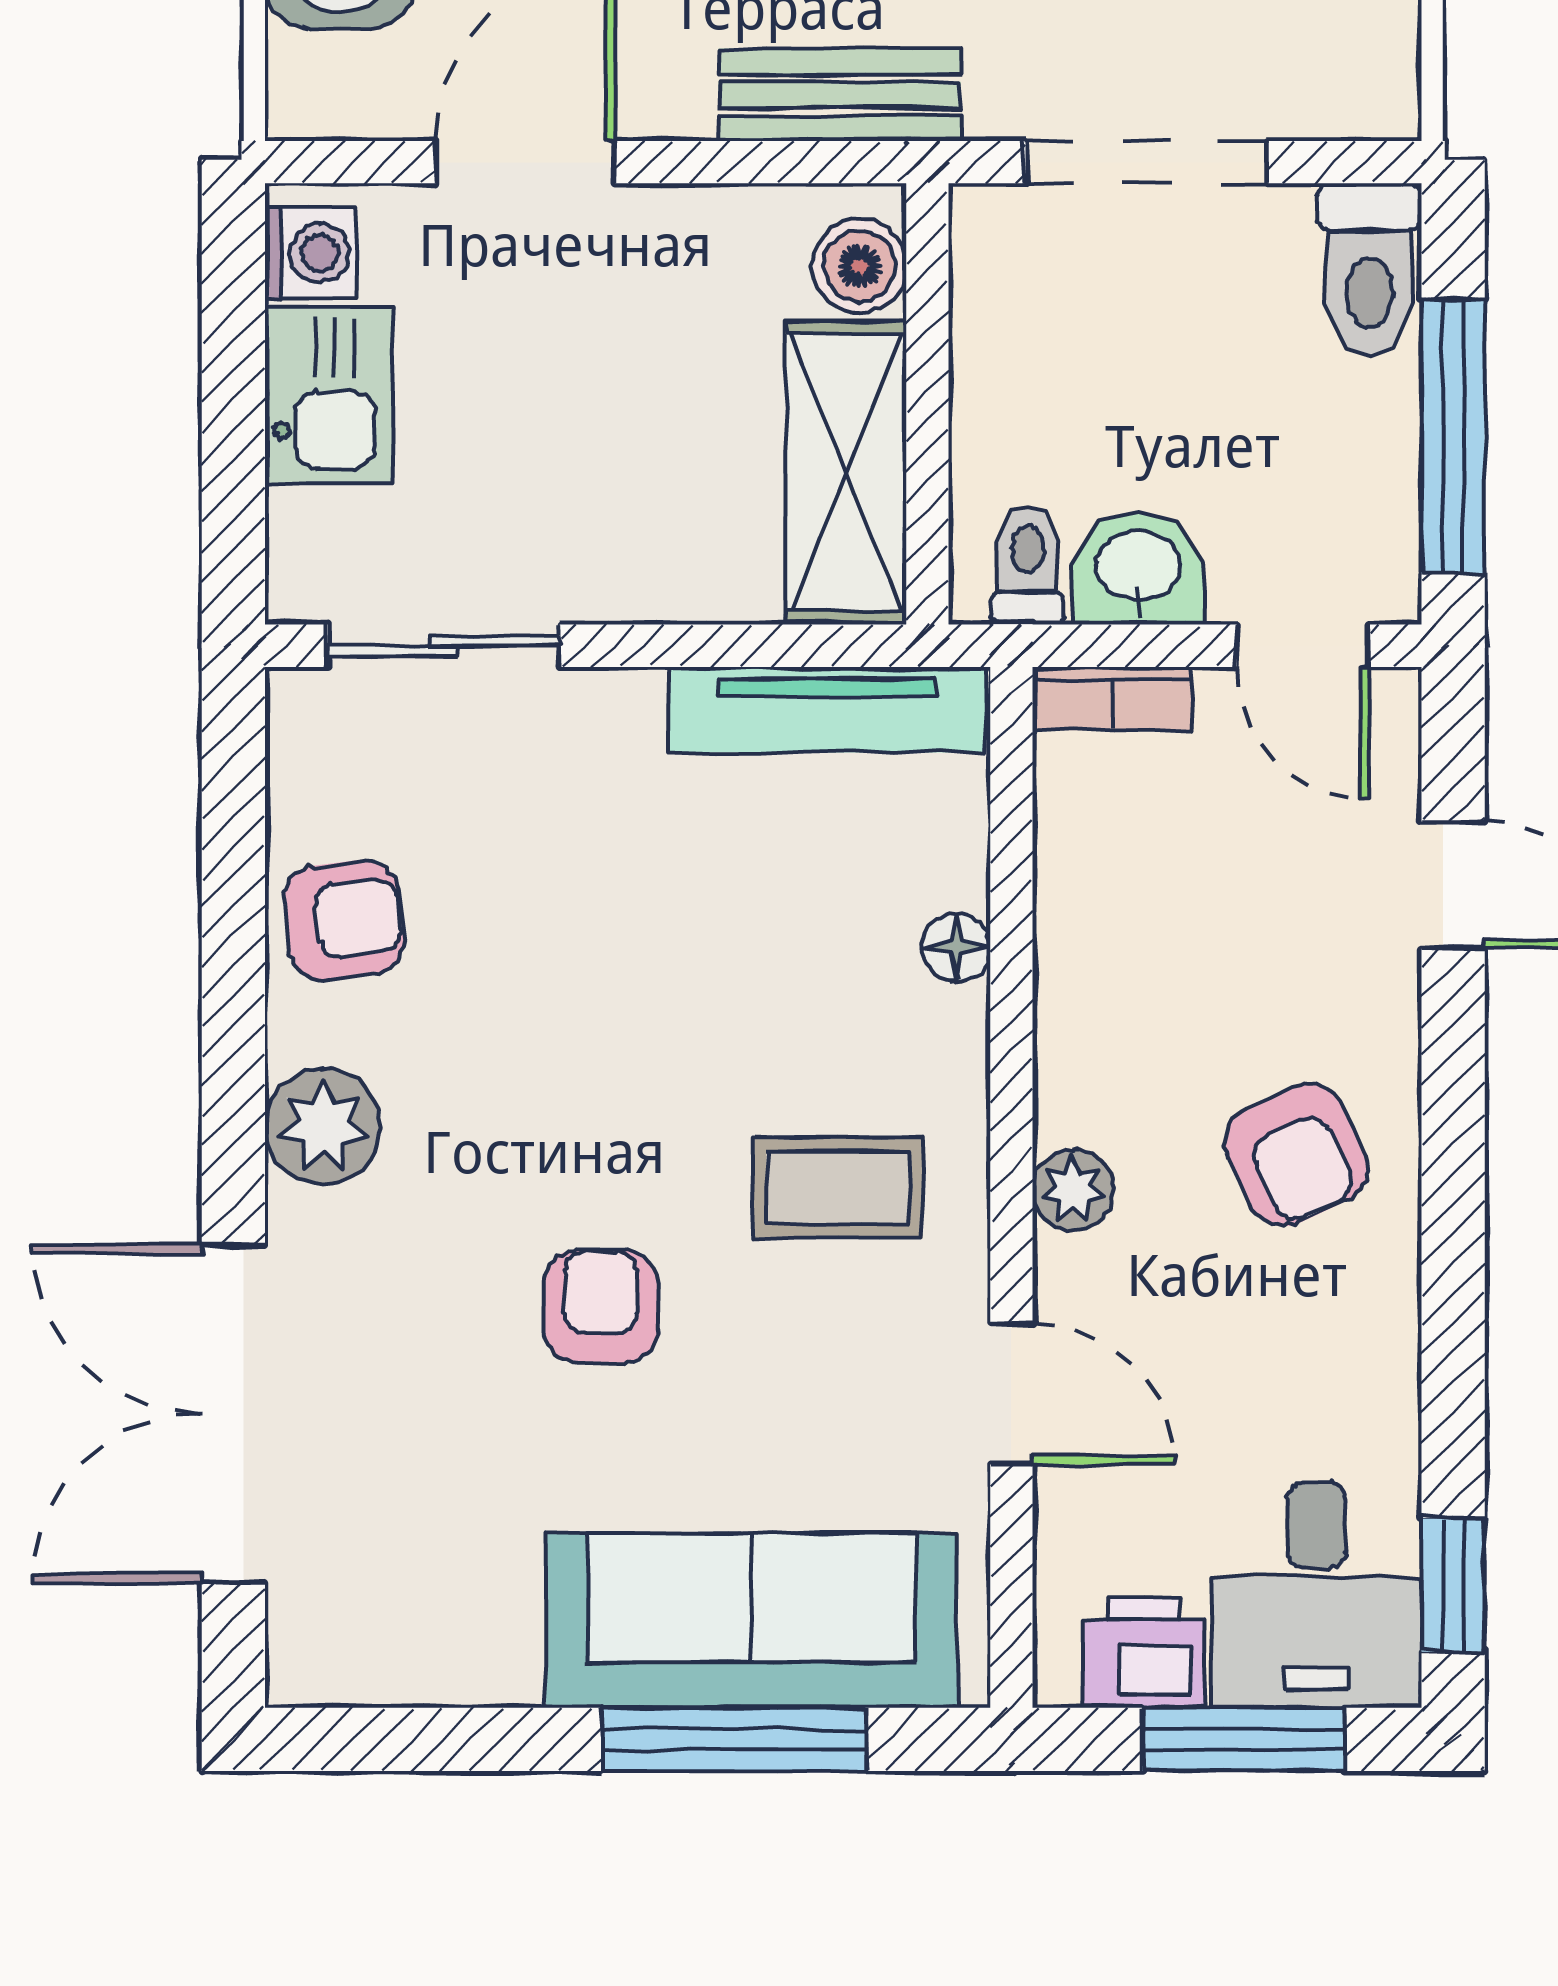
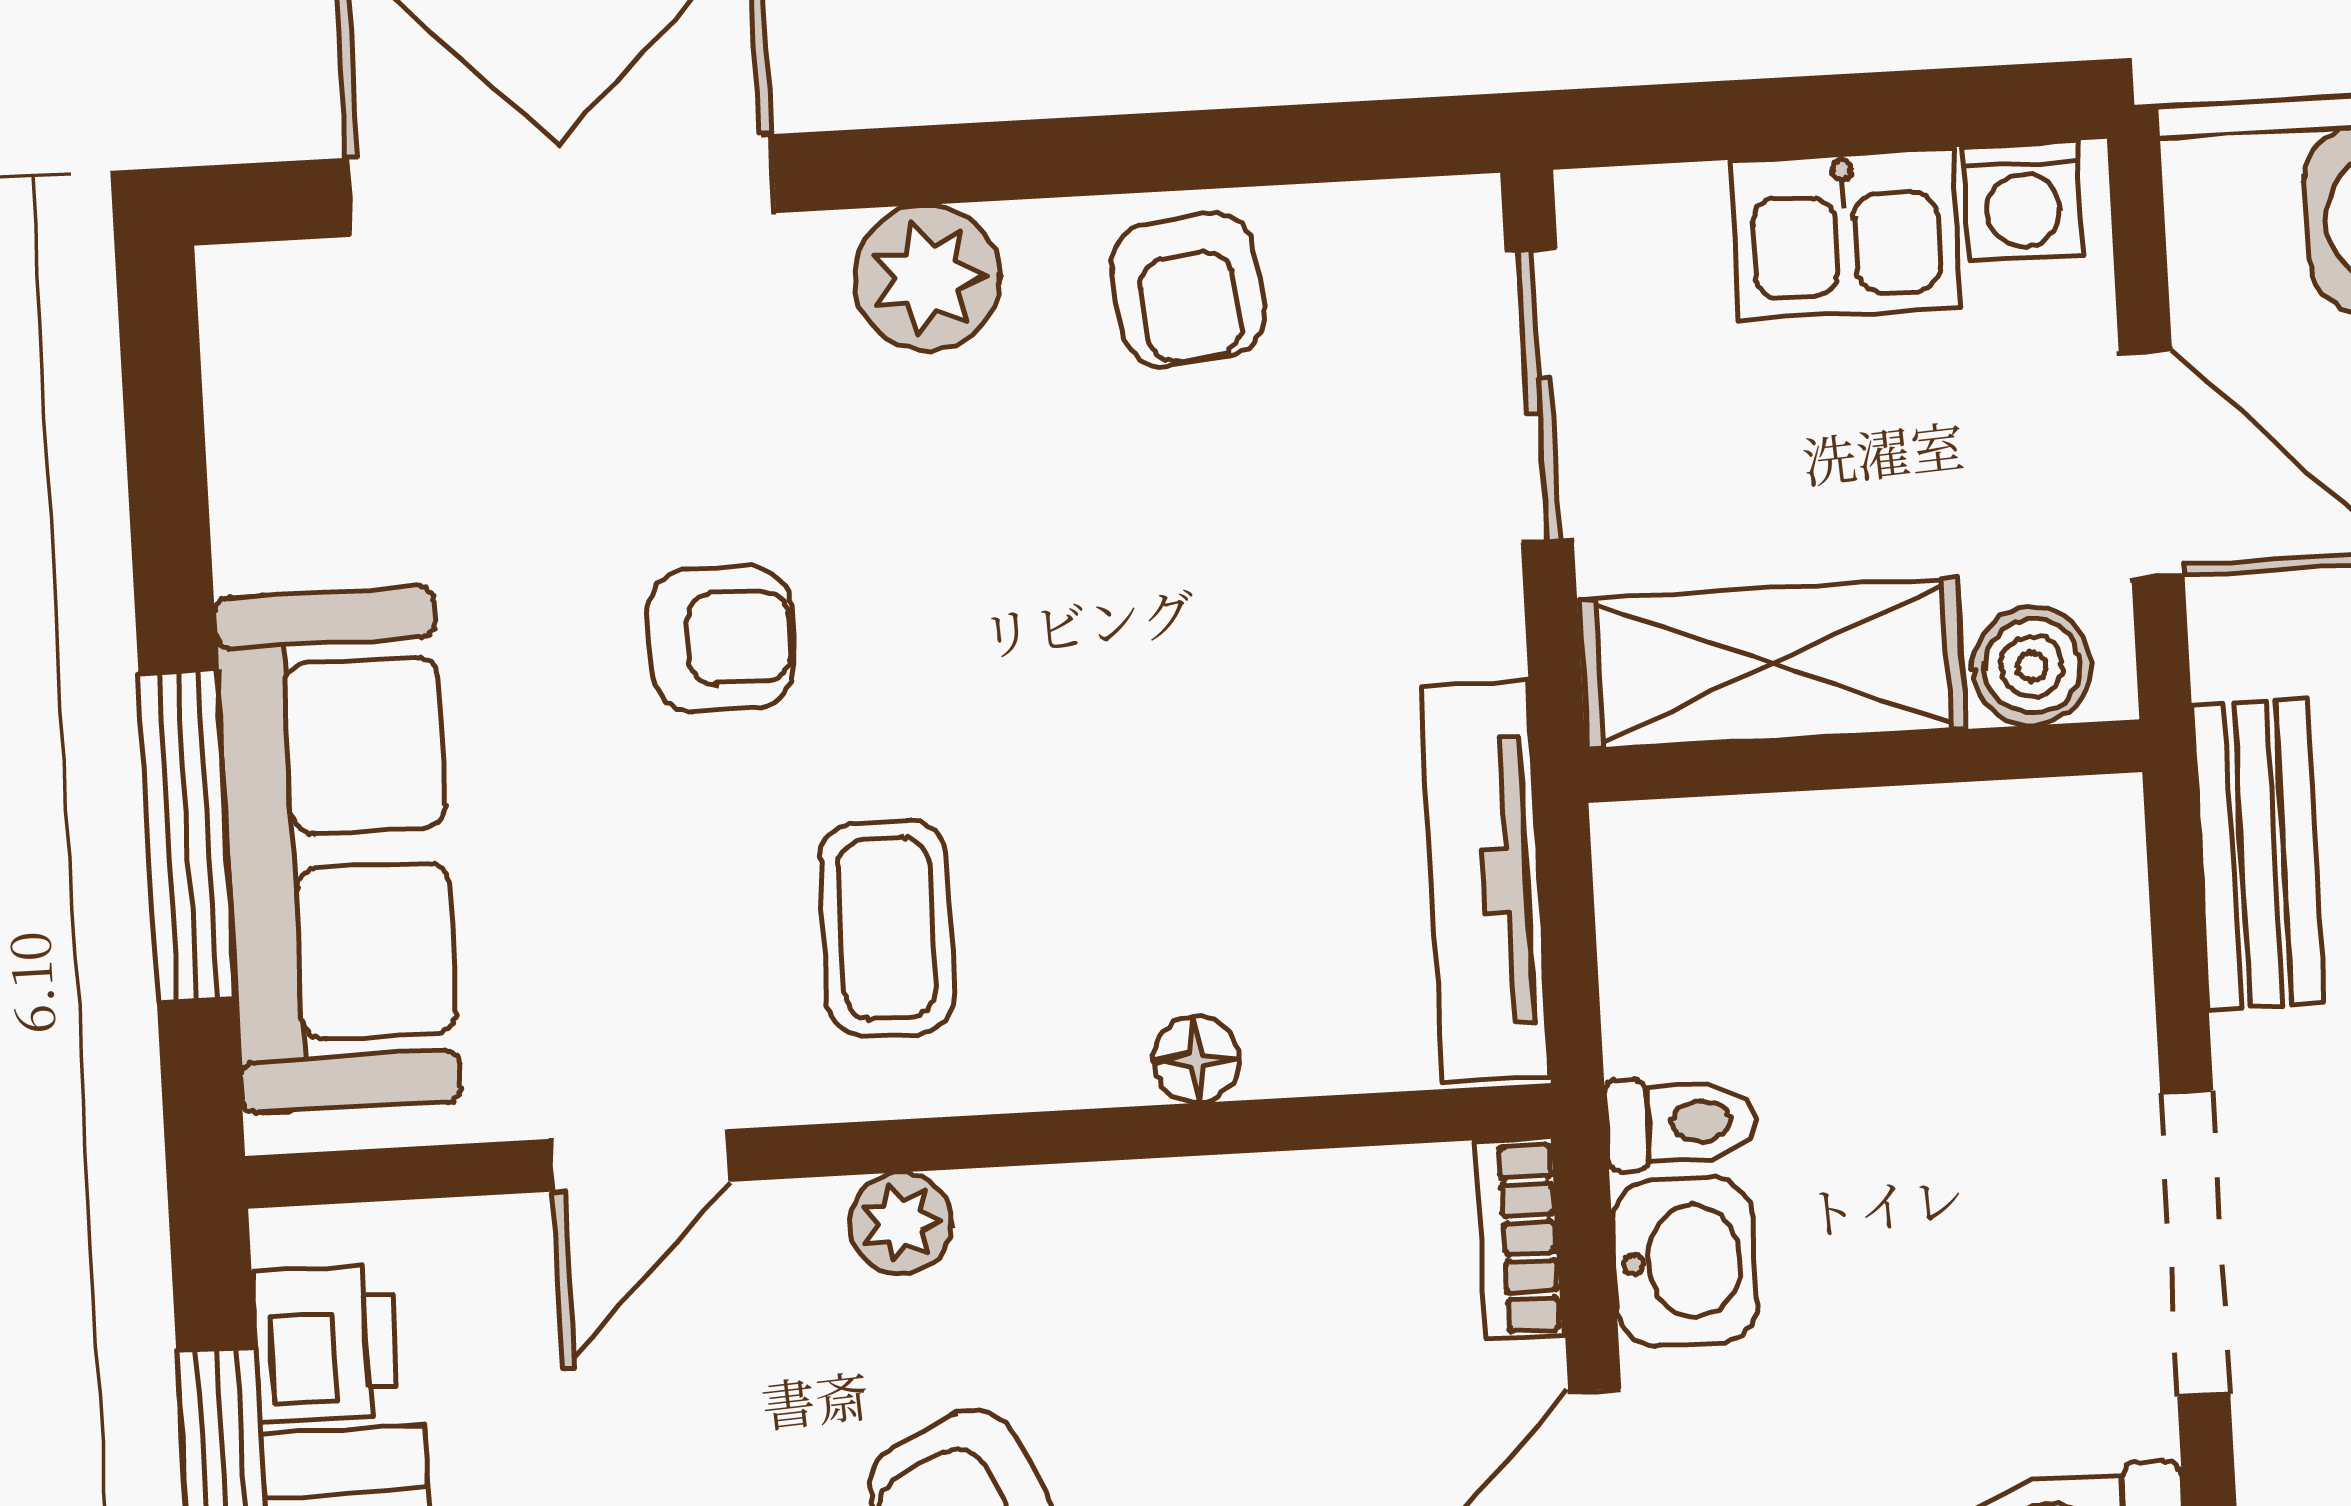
boiler: (859, 266) -> (2032, 666), moved
wall: (927, 404) -> (1864, 761), moved
shelving: (846, 472) -> (1773, 664), moved

